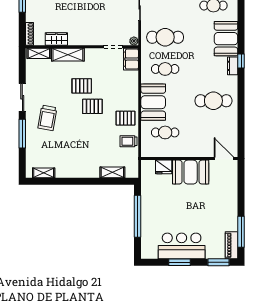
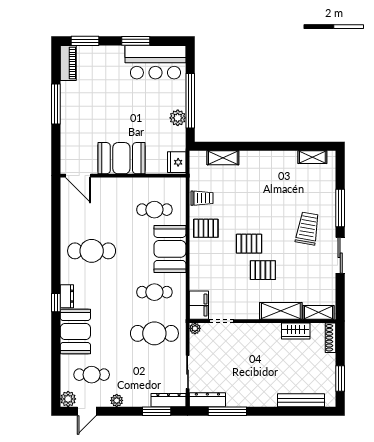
fridge: (164, 167) -> (177, 162), moved, turned -90
plant: (147, 203) -> (178, 118), added
window: (241, 232) -> (56, 104), moved
bar counter: (182, 246) -> (155, 62), moved

